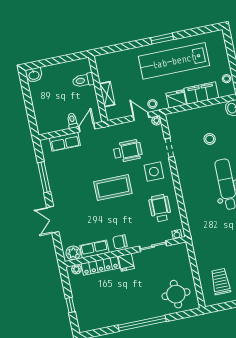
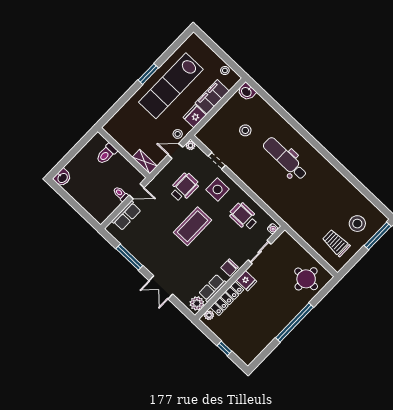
shelving: (107, 94) -> (145, 162), moved
door: (87, 128) -> (137, 191), swing flipped

